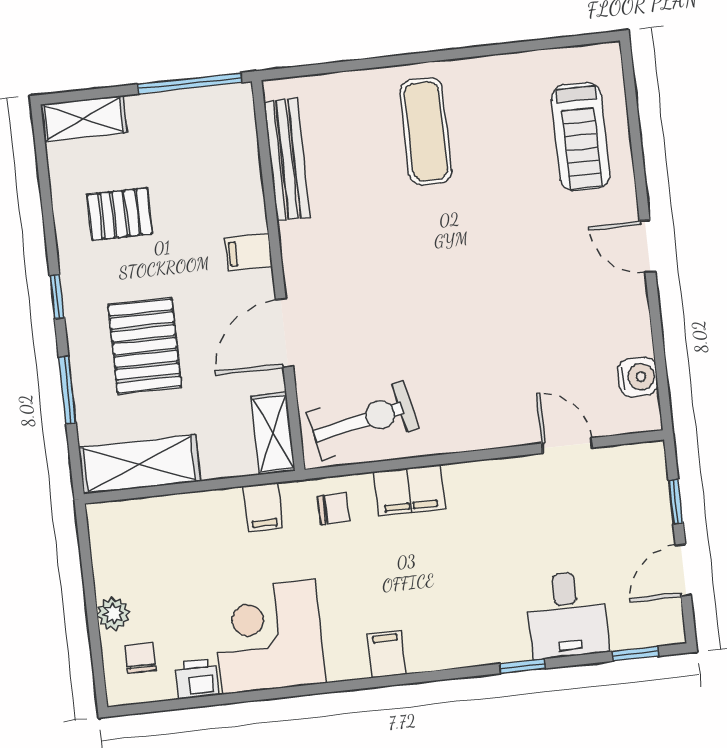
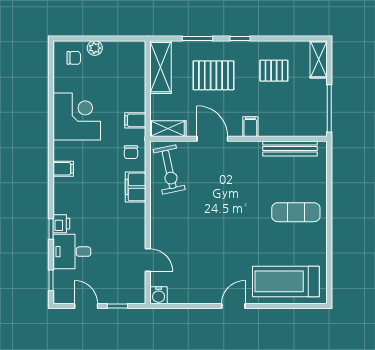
treadmill: (581, 137) -> (286, 281), width x1.37, depth x1.38
pallet: (120, 214) -> (274, 71), turned 90
water cooler: (638, 377) -> (159, 295), moved
door: (567, 446) -> (148, 260), hinge flipped
printer: (197, 679) -> (61, 224), moved

